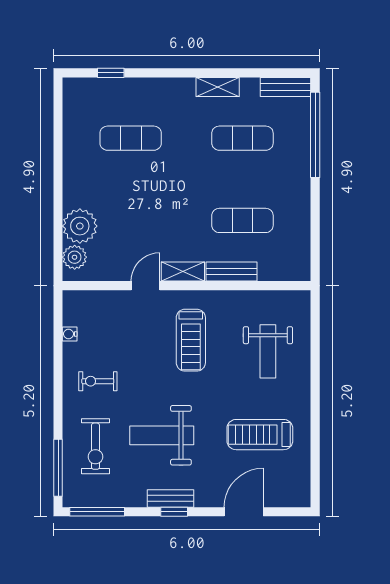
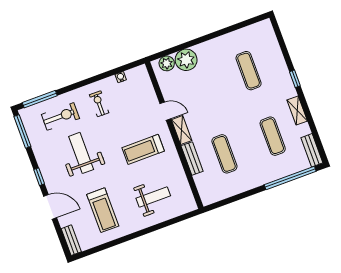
window: (111, 73) -> (295, 79), moved
weight bench: (268, 351) -> (153, 197), turned 180
treadmill: (260, 435) -> (103, 210), turned 180
exercise bike: (95, 446) -> (60, 116), turned 180
bench: (170, 498) -> (71, 240), moved
door: (244, 512) -> (50, 207), moved

